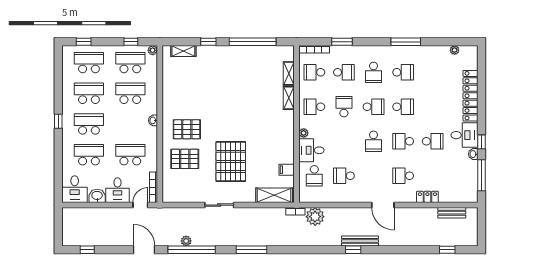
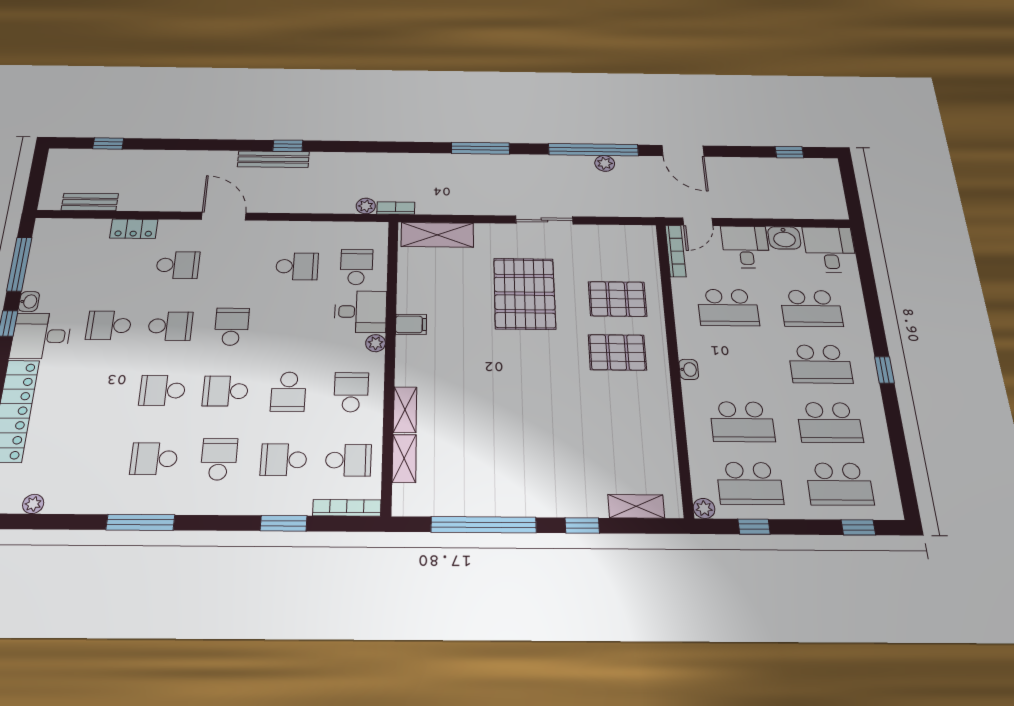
school desk: (314, 107) -> (351, 392), turned -90
filing cabinet: (287, 170) -> (411, 324), moved
plant: (315, 217) -> (366, 206), width x0.53, depth x0.53

